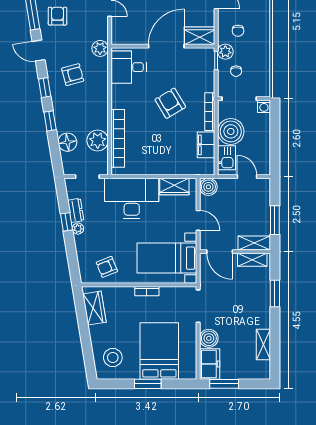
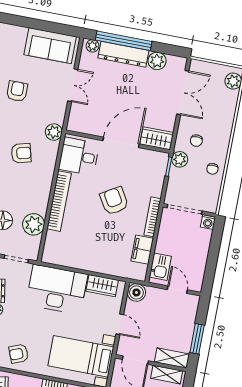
chair: (236, 71) -> (212, 169), moved
boiler: (231, 131) -> (170, 241), removed
bookcase: (118, 138) -> (59, 201), moved

